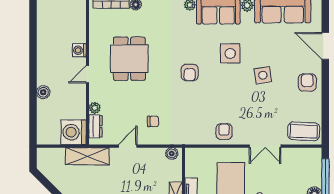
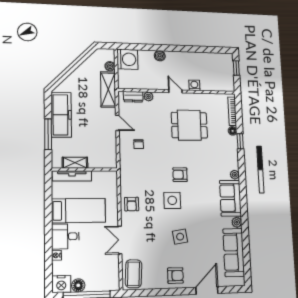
side table: (230, 53) -> (172, 200), moved
washing machine: (74, 132) -> (127, 59), moved, turned 90
armchair: (224, 132) -> (132, 204), turned 90
boiler: (172, 153) -> (110, 66), moved

